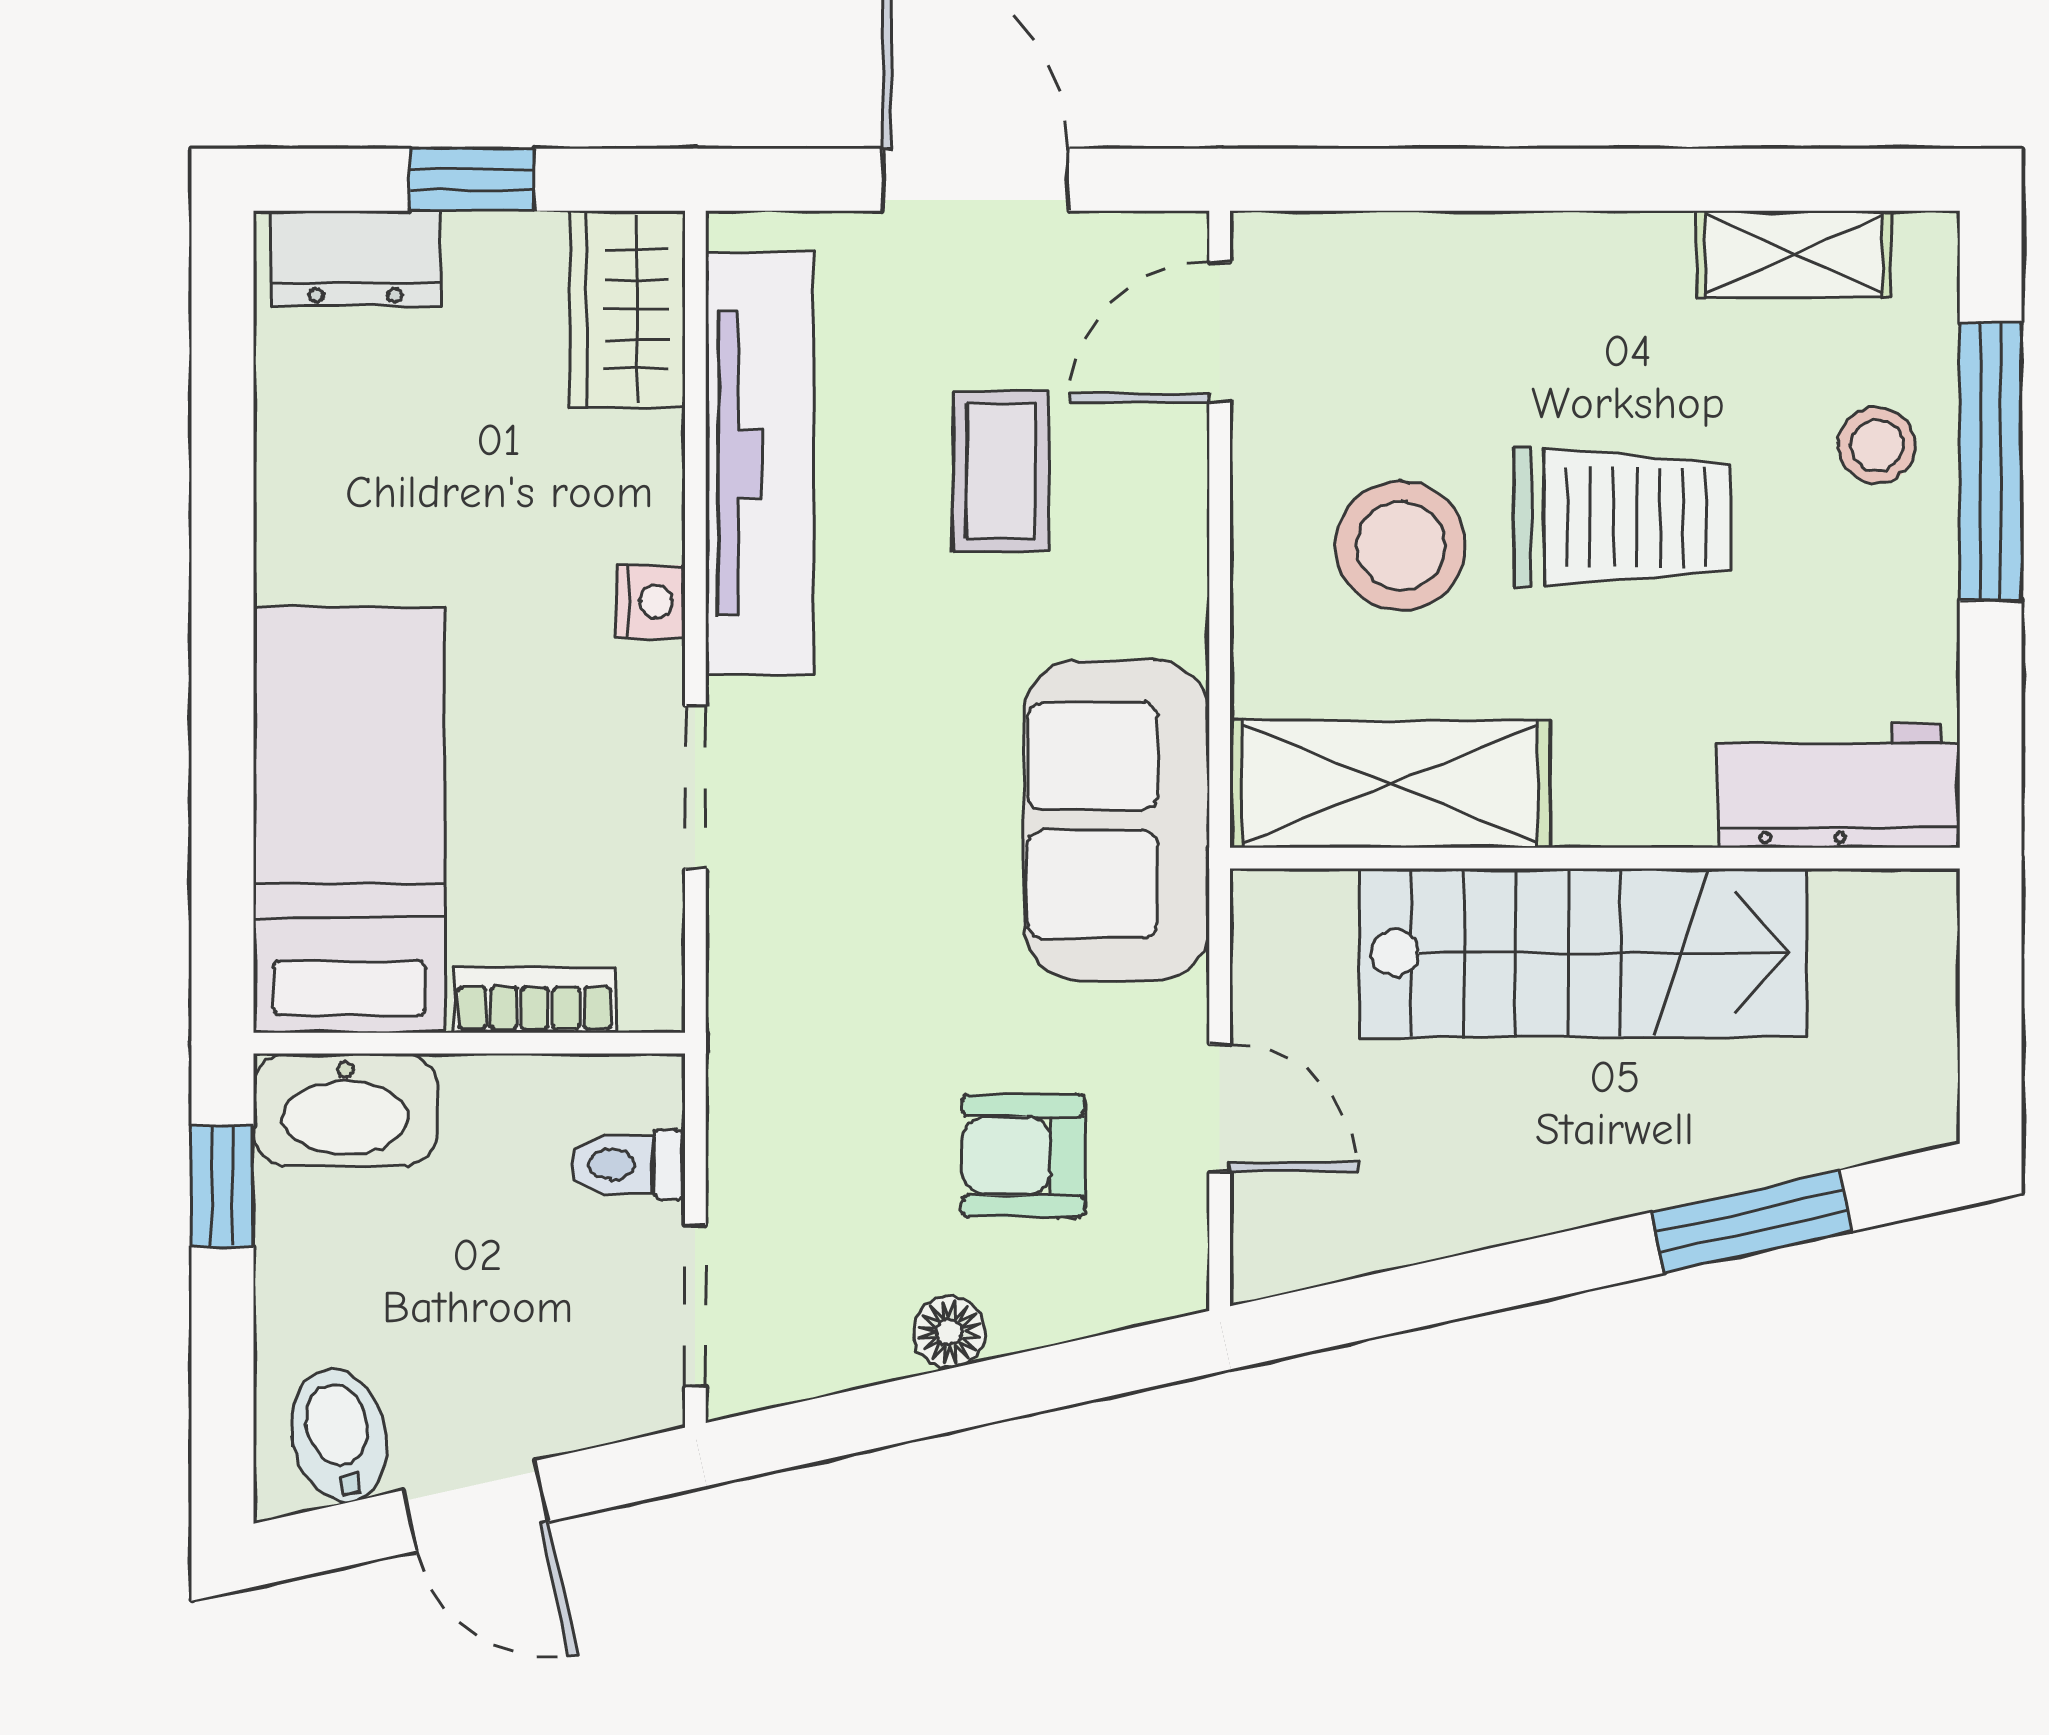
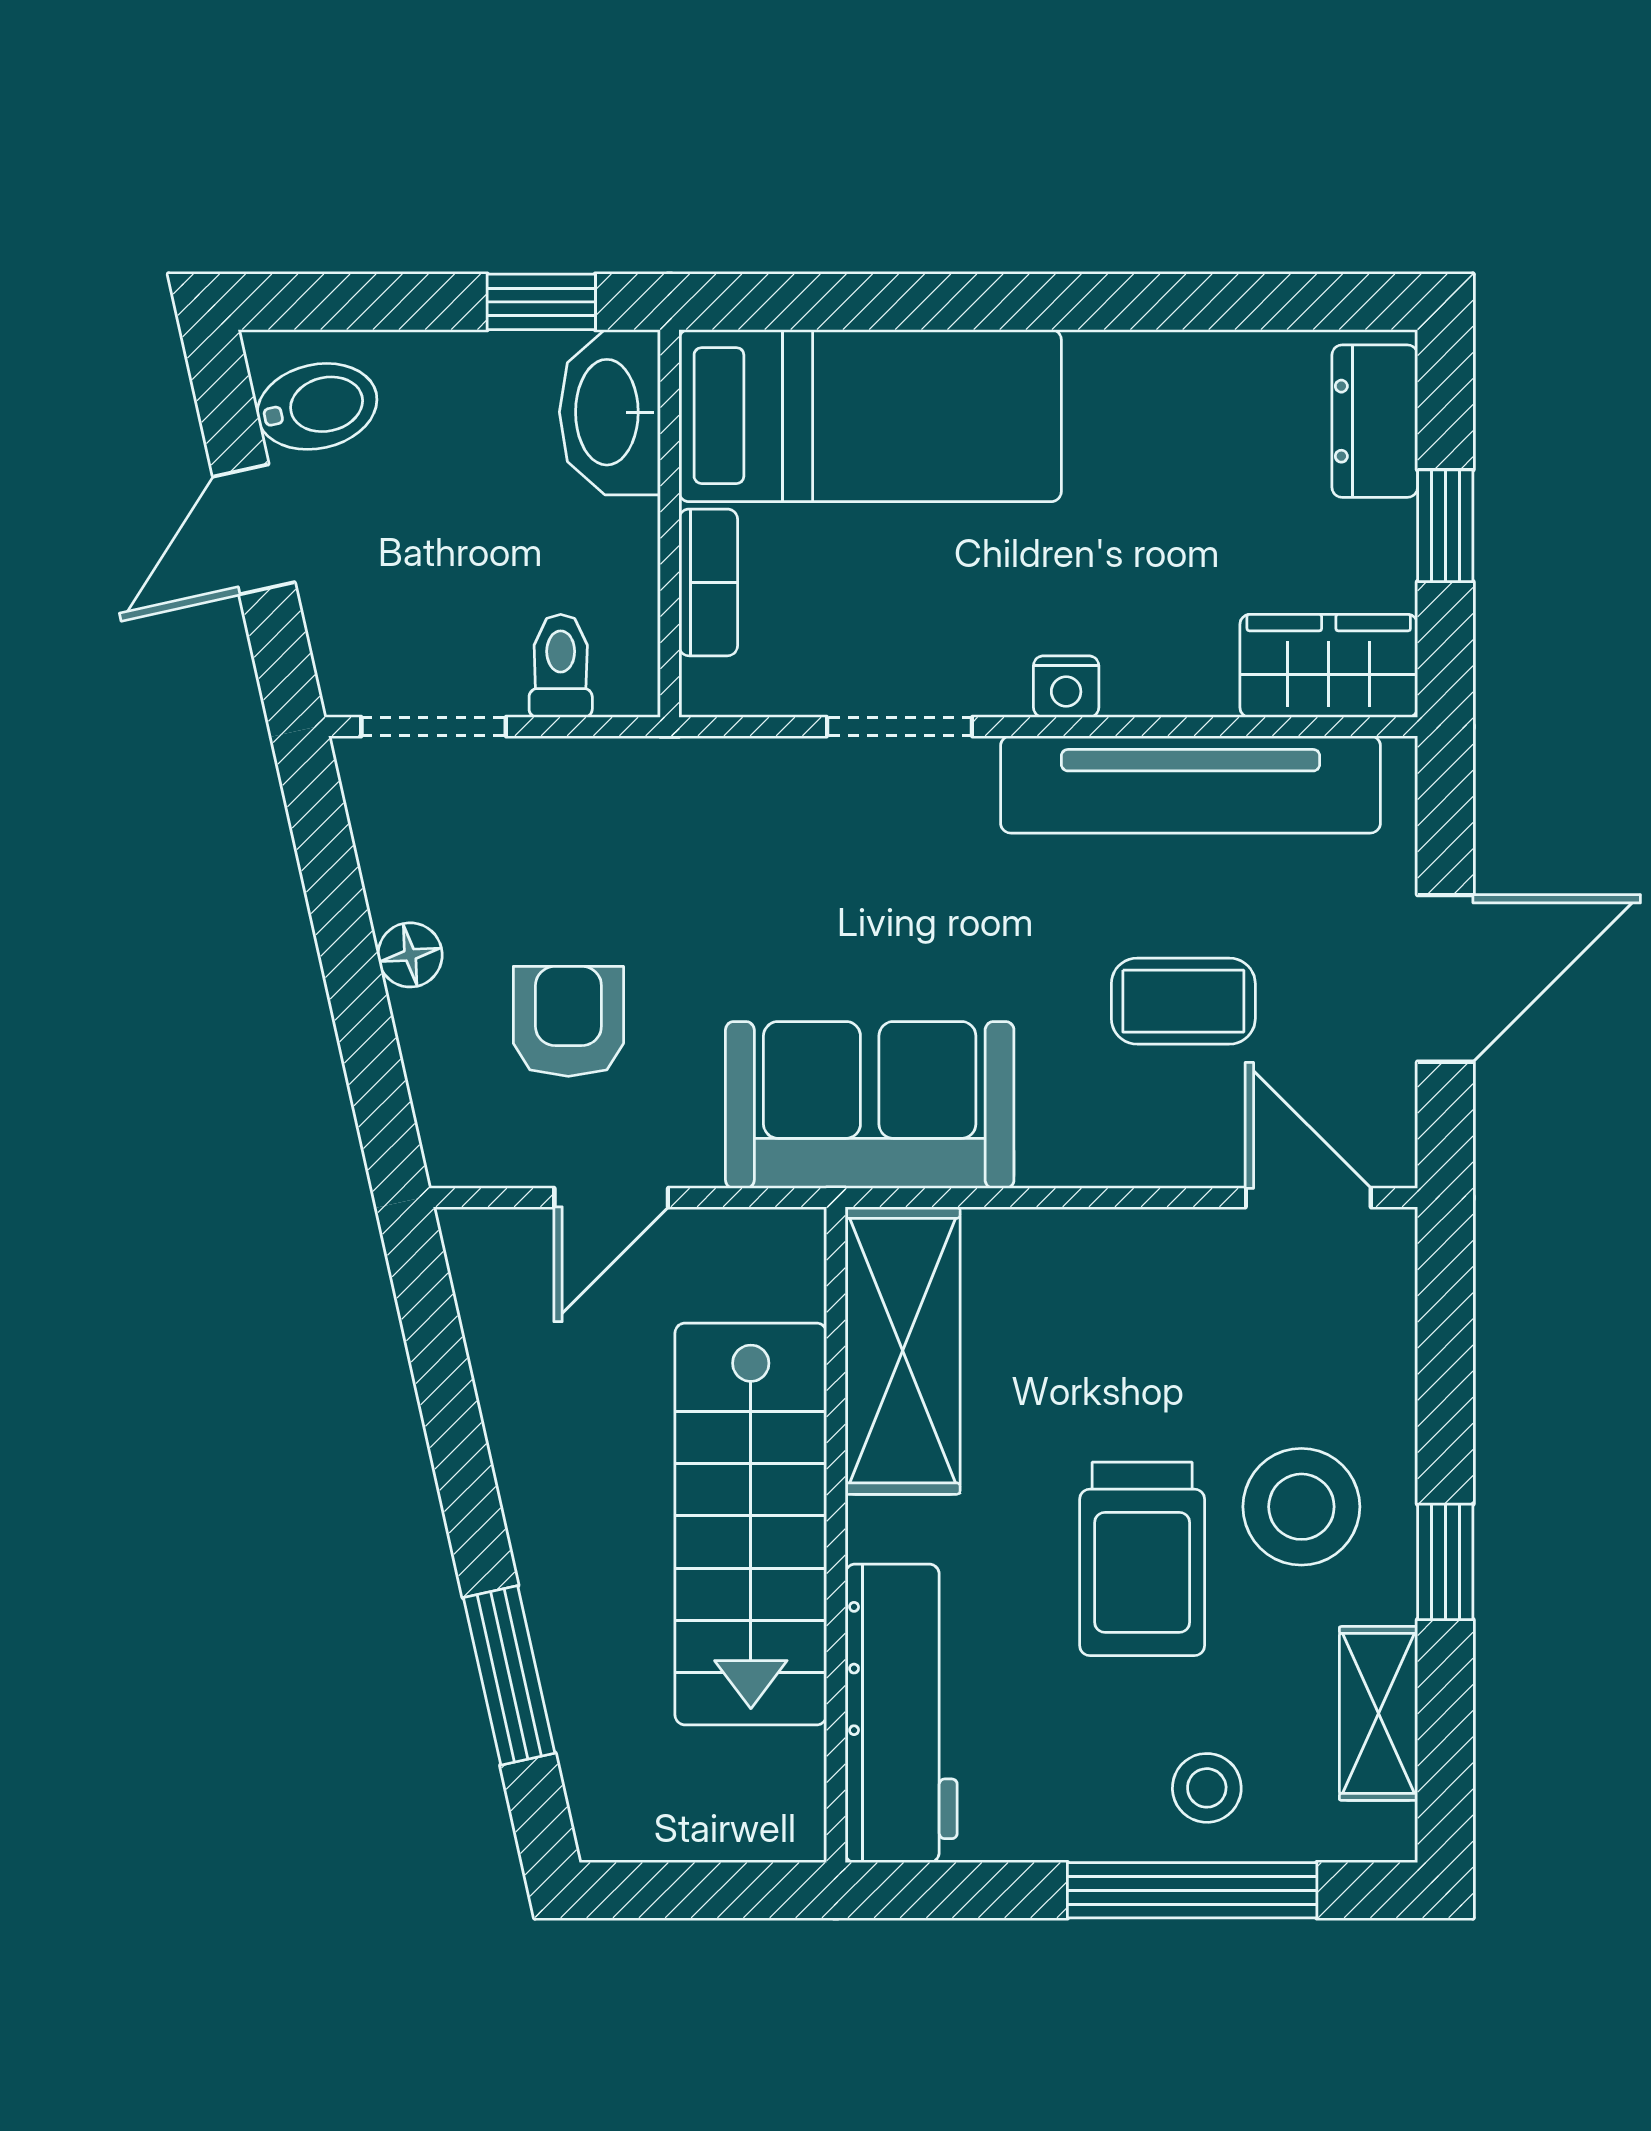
window: (1625, 180) -> (1445, 1562), added
stool: (1401, 546) -> (1301, 1507), moved
workbench: (1839, 785) -> (901, 1713), width x1.38

